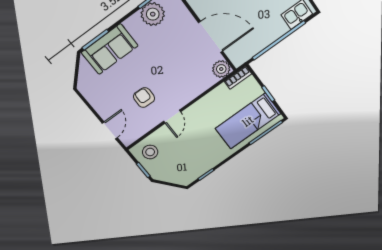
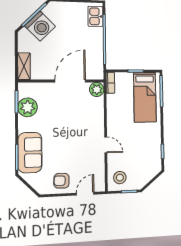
armchair: (144, 97) -> (61, 181), moved
door: (110, 130) -> (85, 194), hinge flipped

